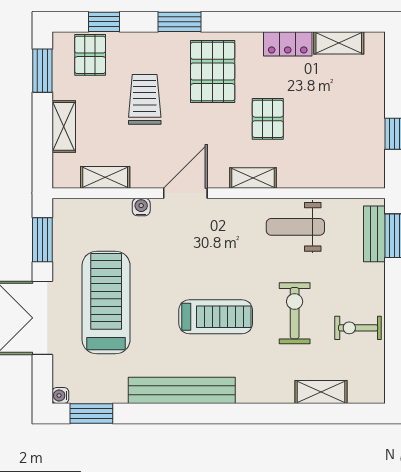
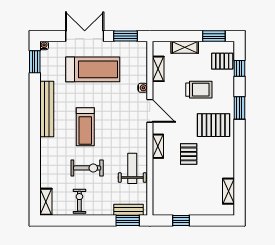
locker: (288, 44) -> (228, 164), removed
pallet: (268, 119) -> (189, 154), turned 90
shelving: (321, 392) -> (46, 202), moved

